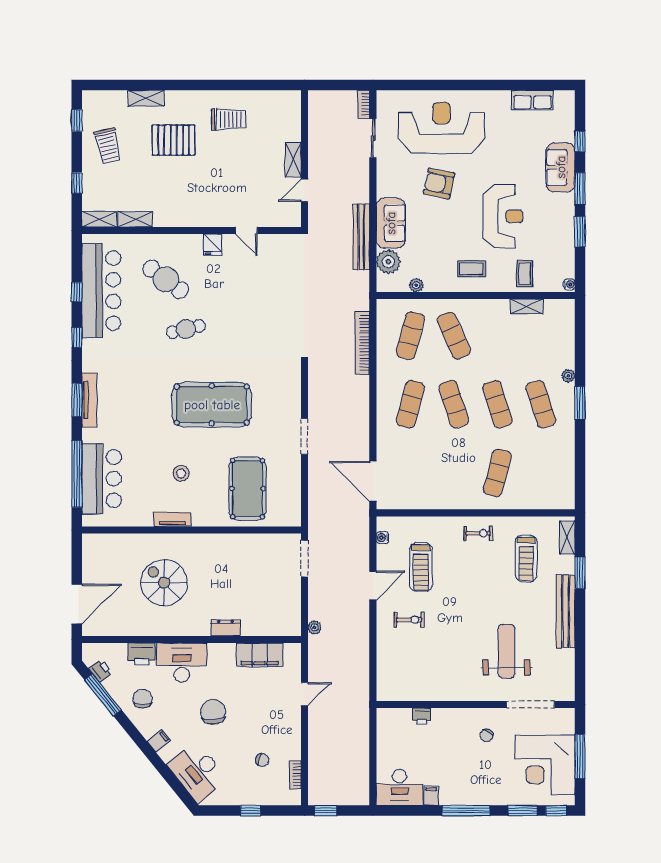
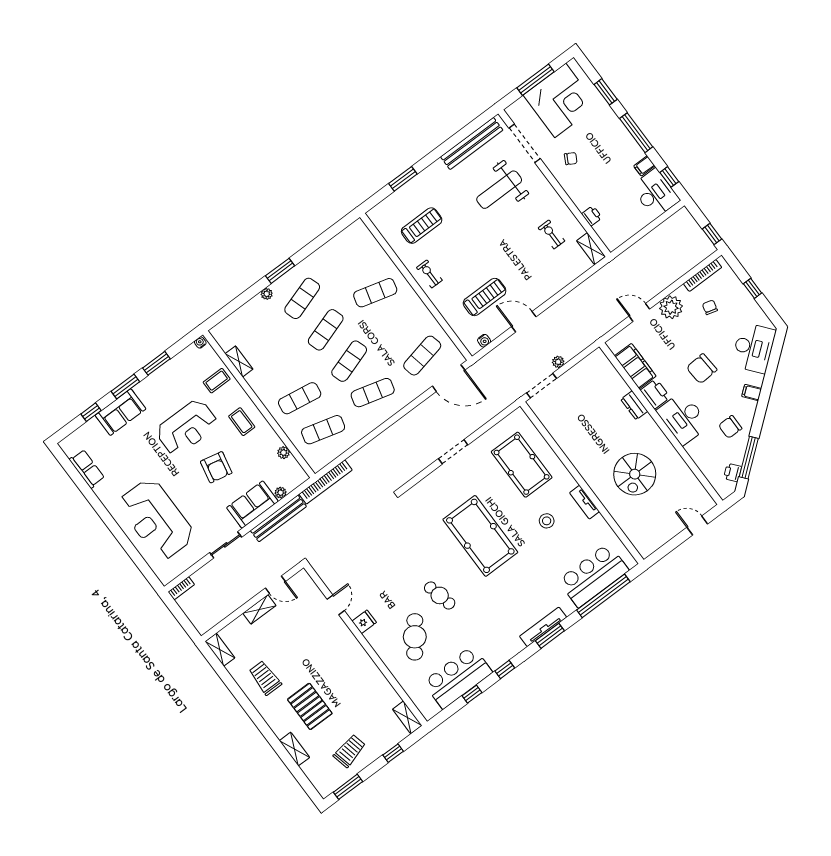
window: (77, 121) -> (348, 787), width x1.50
sliding door: (373, 138) -> (226, 545), moved
armchair: (439, 183) -> (216, 467), moved
reception desk: (503, 216) -> (187, 427), turned 180
shelving: (135, 219) -> (220, 650), moved
plant: (388, 262) -> (281, 493), width x0.53, depth x0.53
bar counter: (101, 291) -> (458, 677), width x0.73
exercise mat: (454, 336) -> (300, 398), turned 33
bookcase: (362, 343) -> (326, 482), moved
exercise mat: (410, 473) -> (422, 356), added
door: (373, 481) -> (449, 378), hinge flipped
pool table: (248, 489) -> (522, 465), turned 90
shelving: (567, 538) -> (591, 249), moved, turned 90
door: (77, 604) -> (697, 526), width x0.53
bench: (566, 611) -> (472, 143), moved
exercise bike: (409, 620) -> (551, 234), moved
plant: (315, 627) -> (558, 362), moved
printer: (142, 654) -> (655, 394), moved
plant: (288, 726) -> (671, 307), added
bookcase: (295, 775) -> (703, 275), width x1.56
window: (556, 811) -> (669, 177), moved

